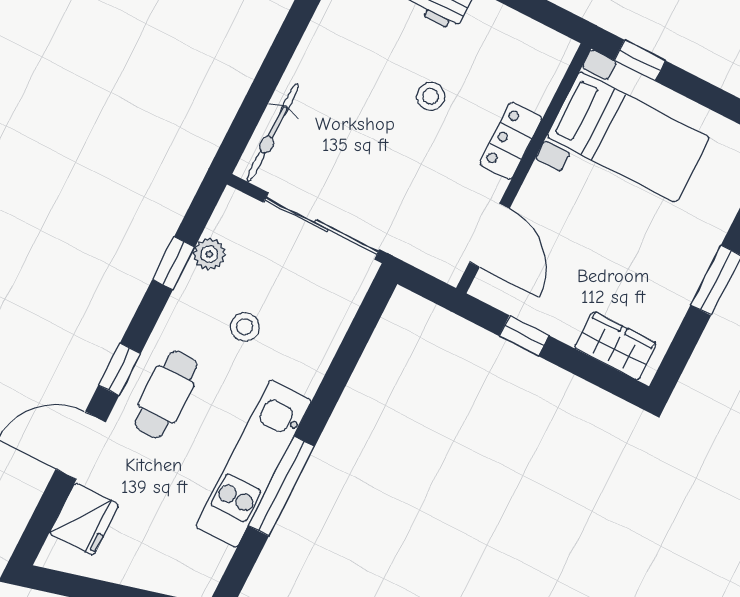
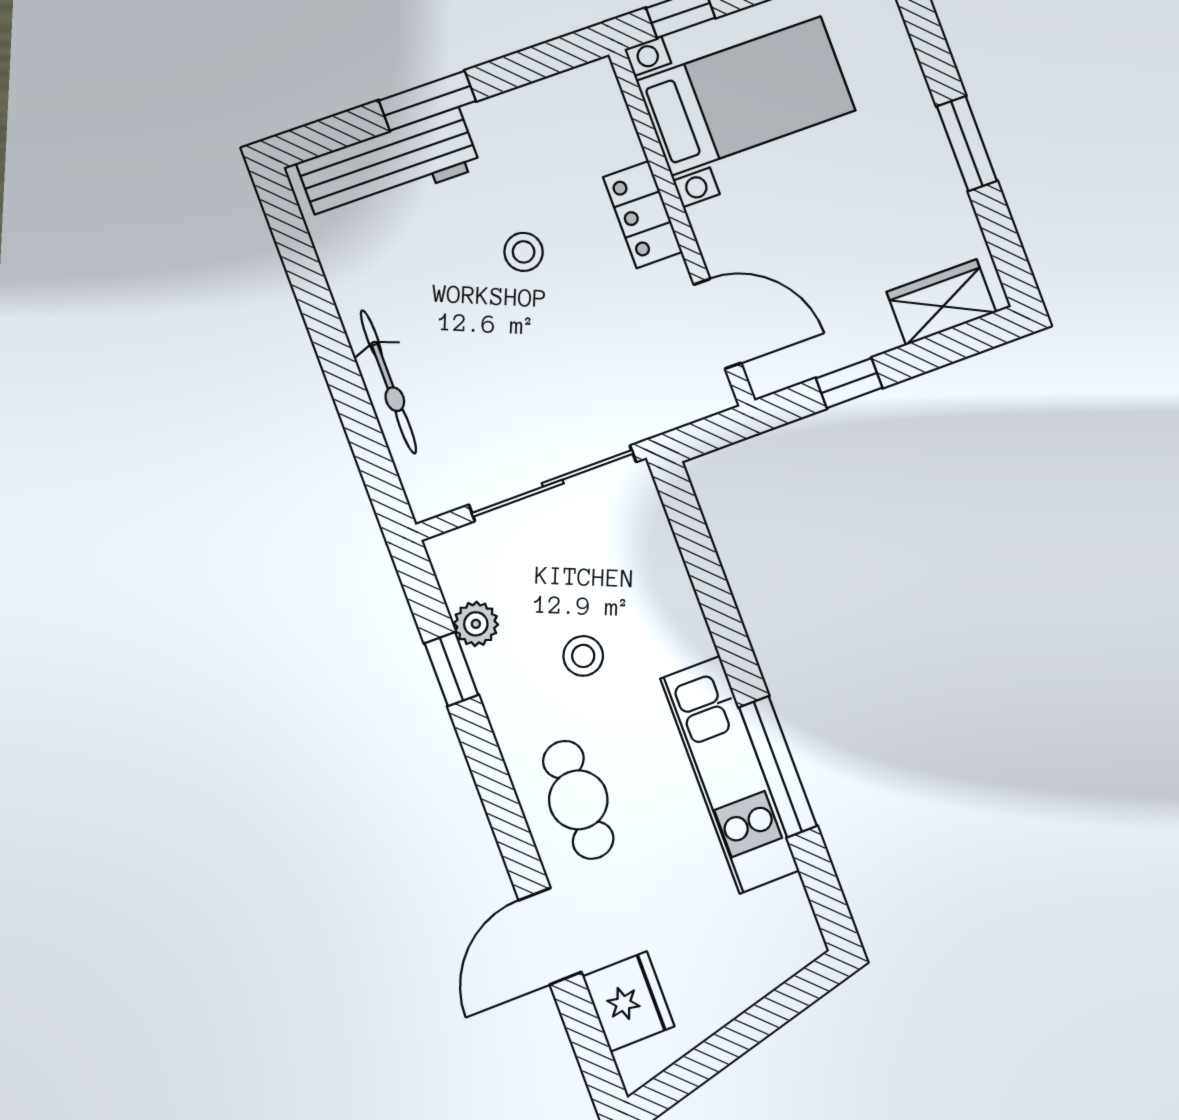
bicycle: (273, 133) -> (388, 382), moved
window: (120, 369) -> (509, 825), removed

